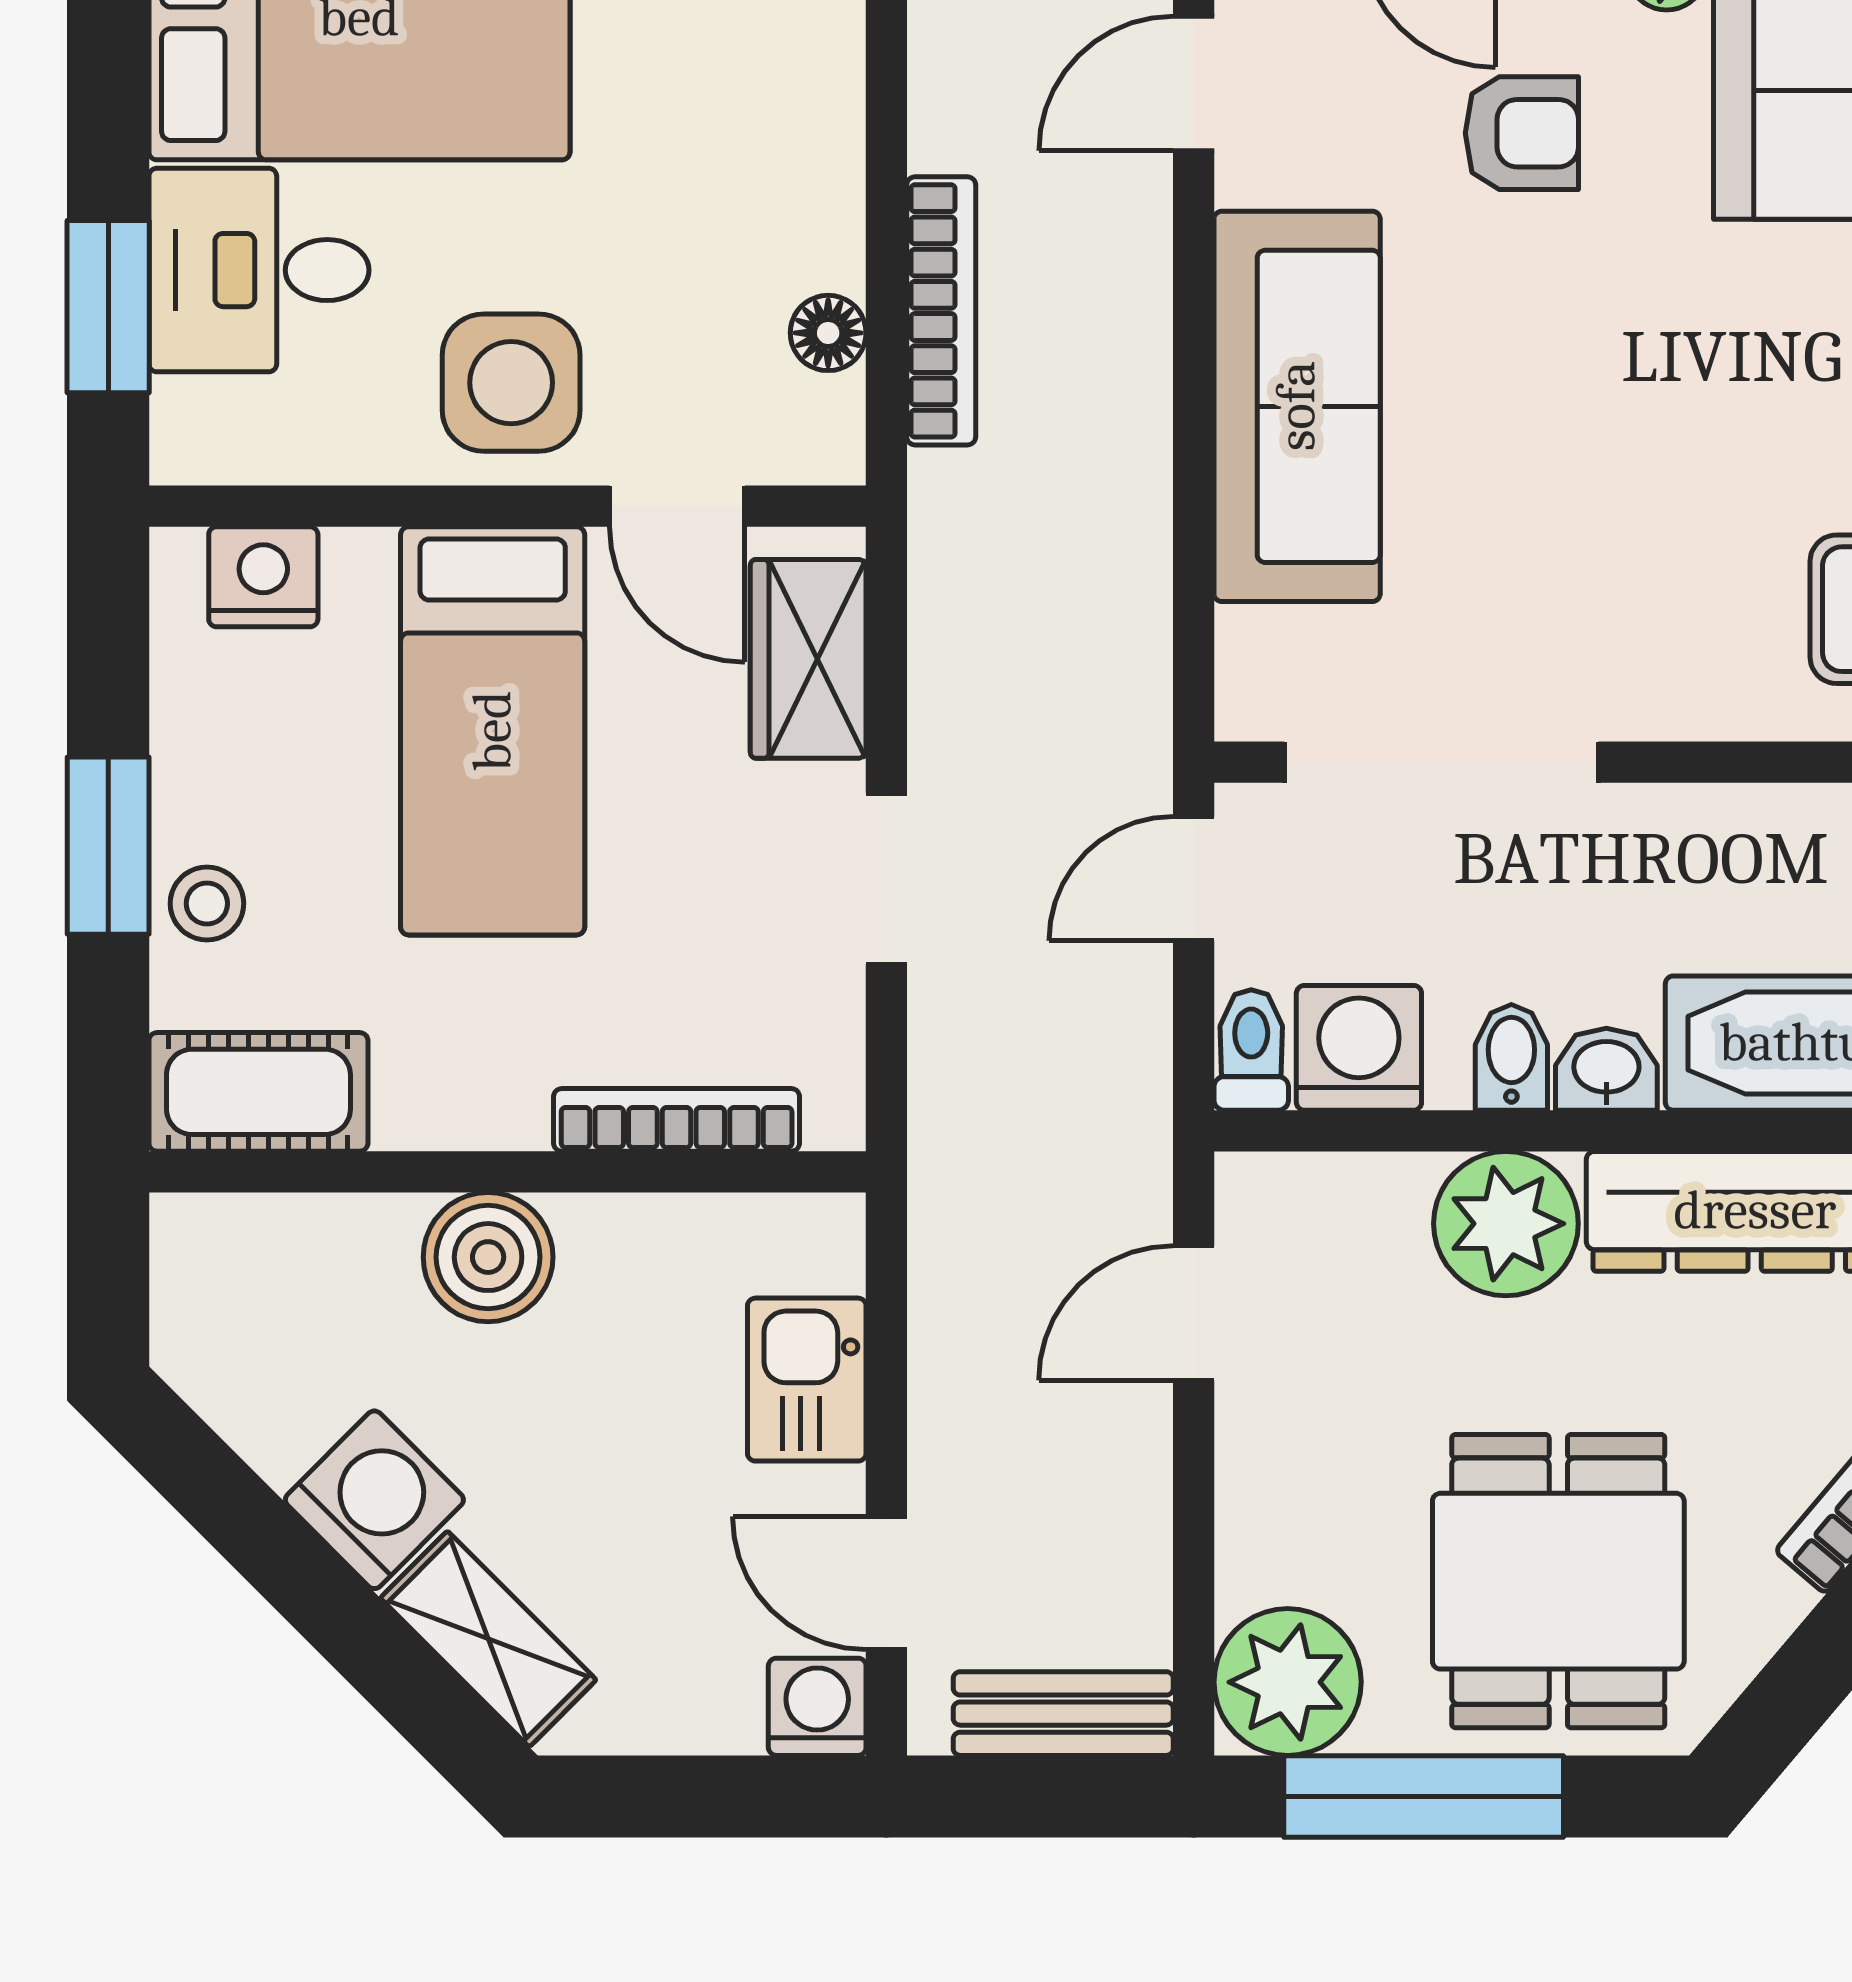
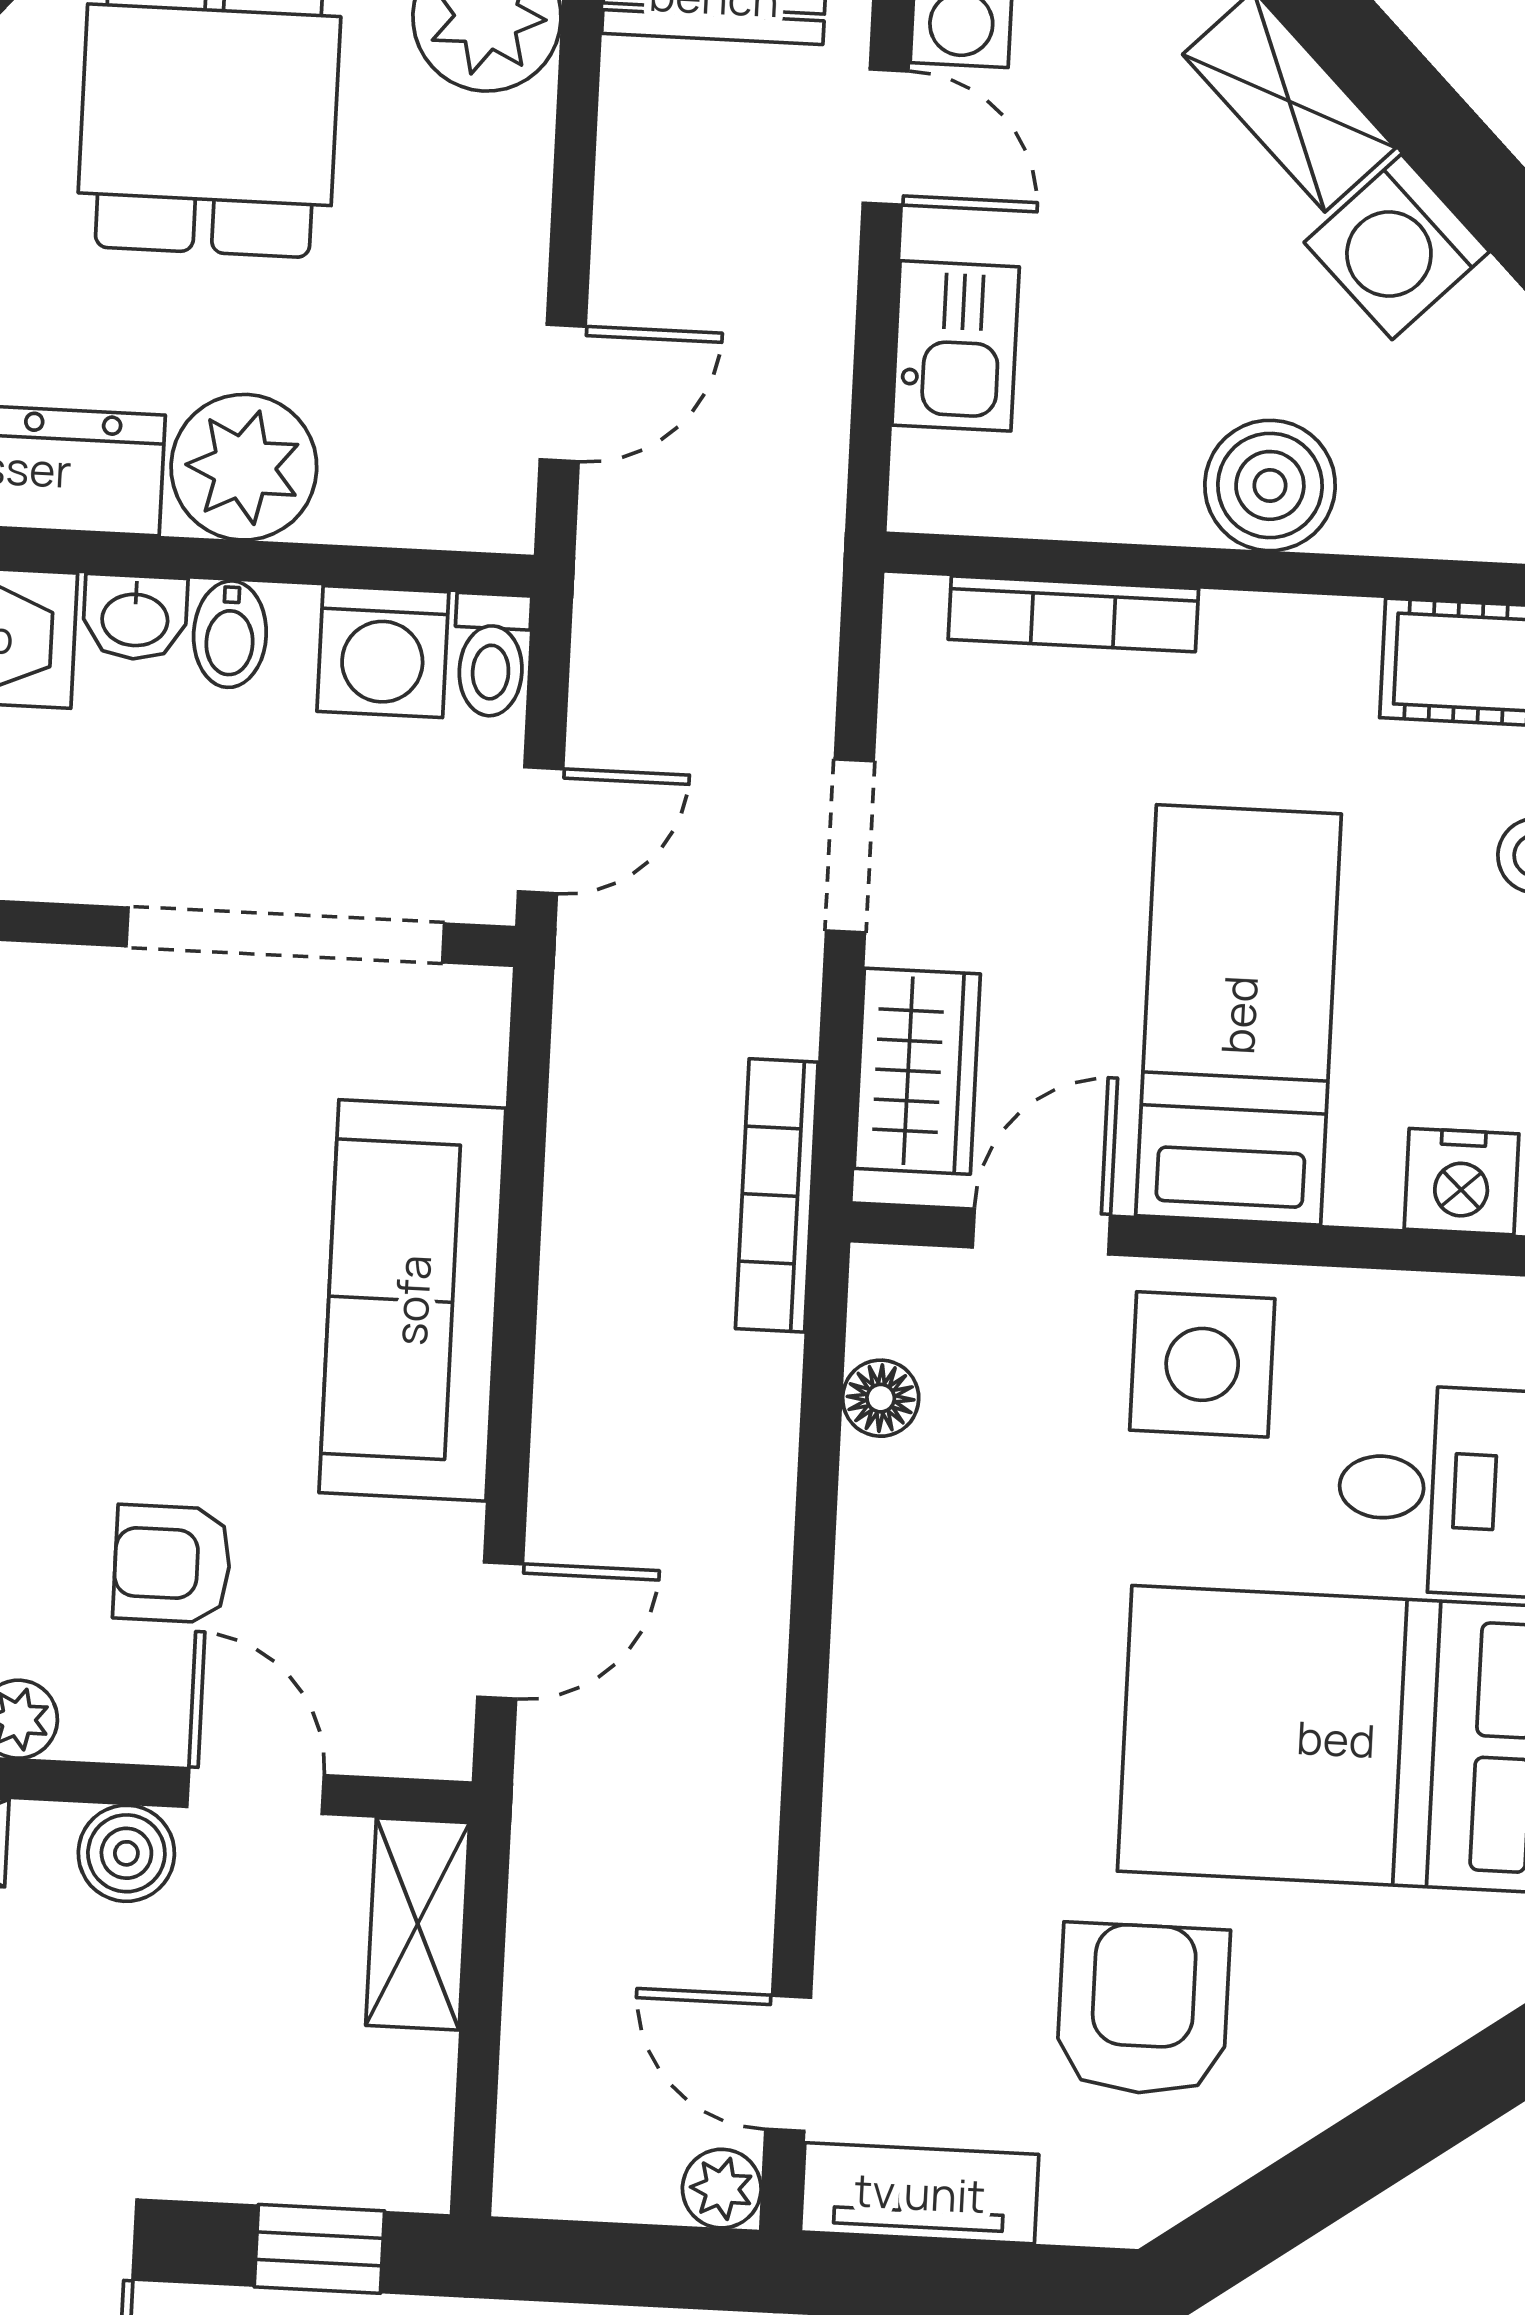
bookcase: (941, 311) -> (777, 1195), moved
door: (677, 506) -> (1041, 1232), hinge flipped

